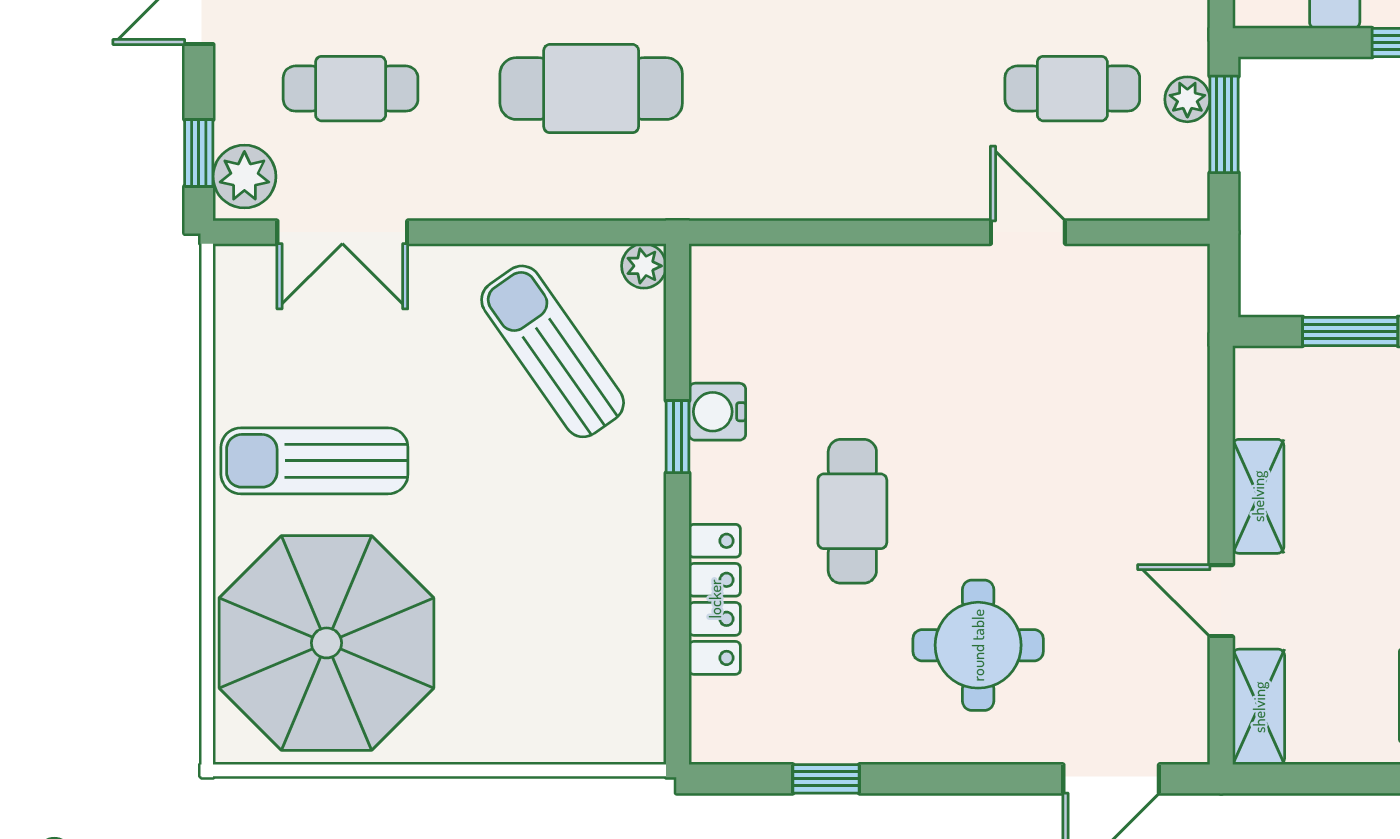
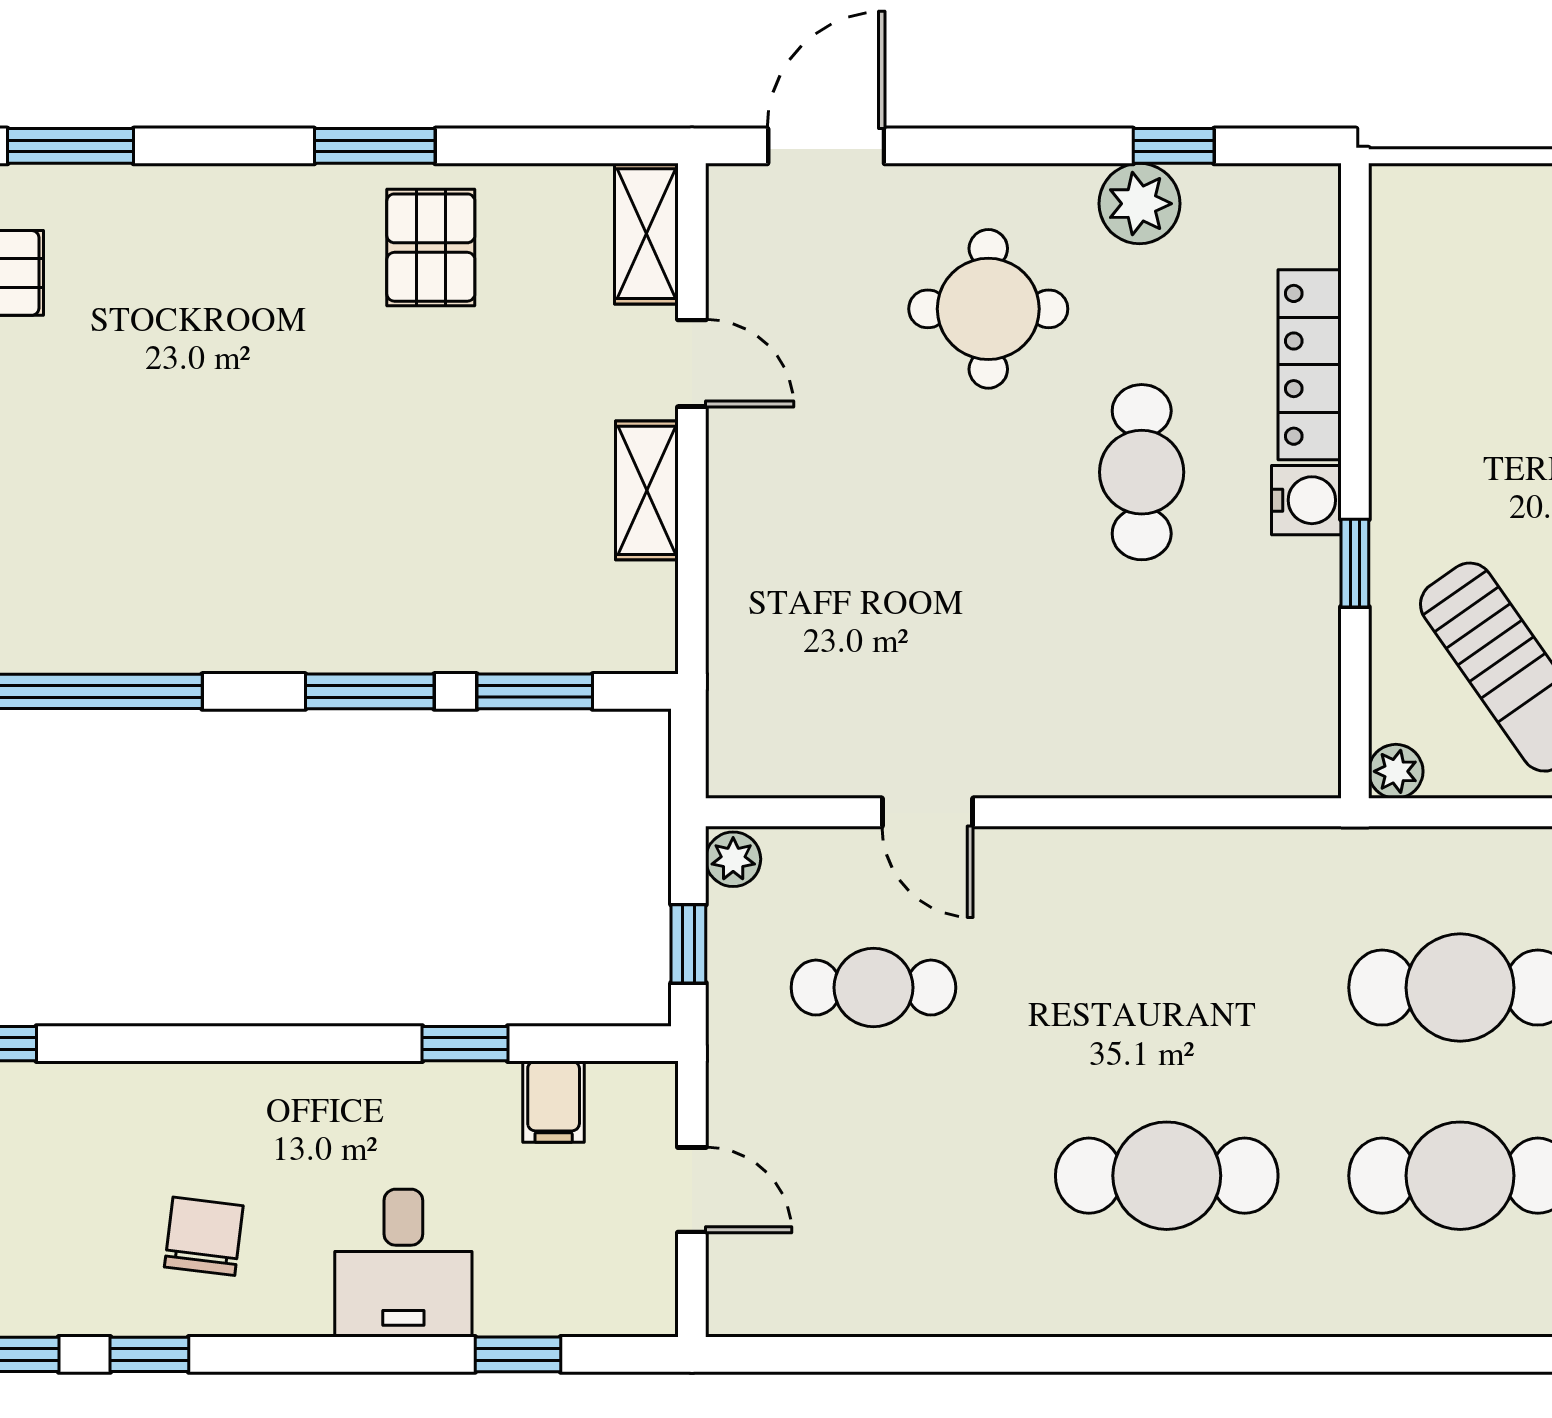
plant: (1187, 99) -> (733, 859), moved
window: (1224, 124) -> (688, 944), width x0.67
water cooler: (717, 412) -> (1306, 500), moved
plant: (854, 732) -> (1139, 204), added

